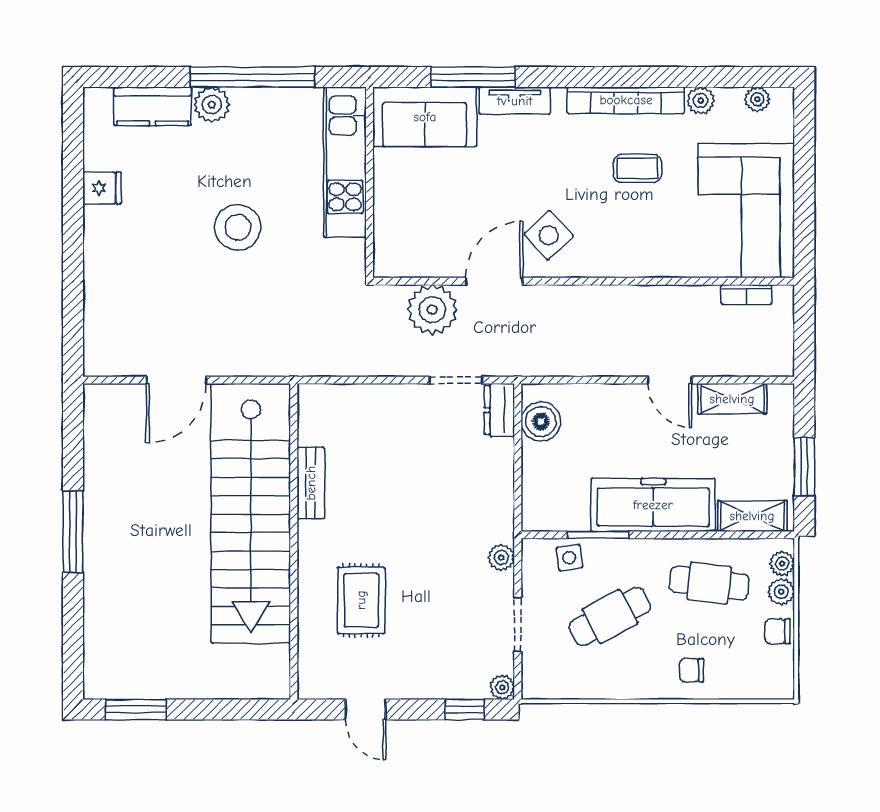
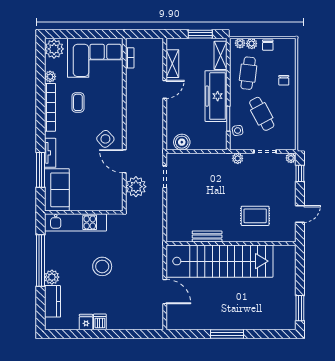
plant: (757, 99) -> (54, 49), width x1.88, depth x1.88
dishwasher: (102, 222) -> (100, 322), added
dresser: (499, 410) -> (177, 159), removed

